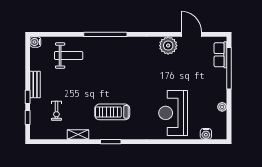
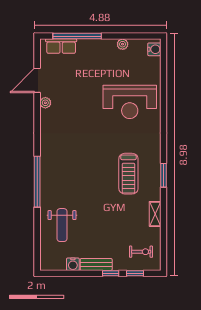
water cooler: (35, 42) -> (73, 264), moved
plant: (168, 46) -> (45, 103), width x0.53, depth x0.53
weight bench: (69, 56) -> (62, 225), turned 180
exercise bike: (56, 111) -> (141, 252), moved
water cooler: (206, 134) -> (154, 49), moved

